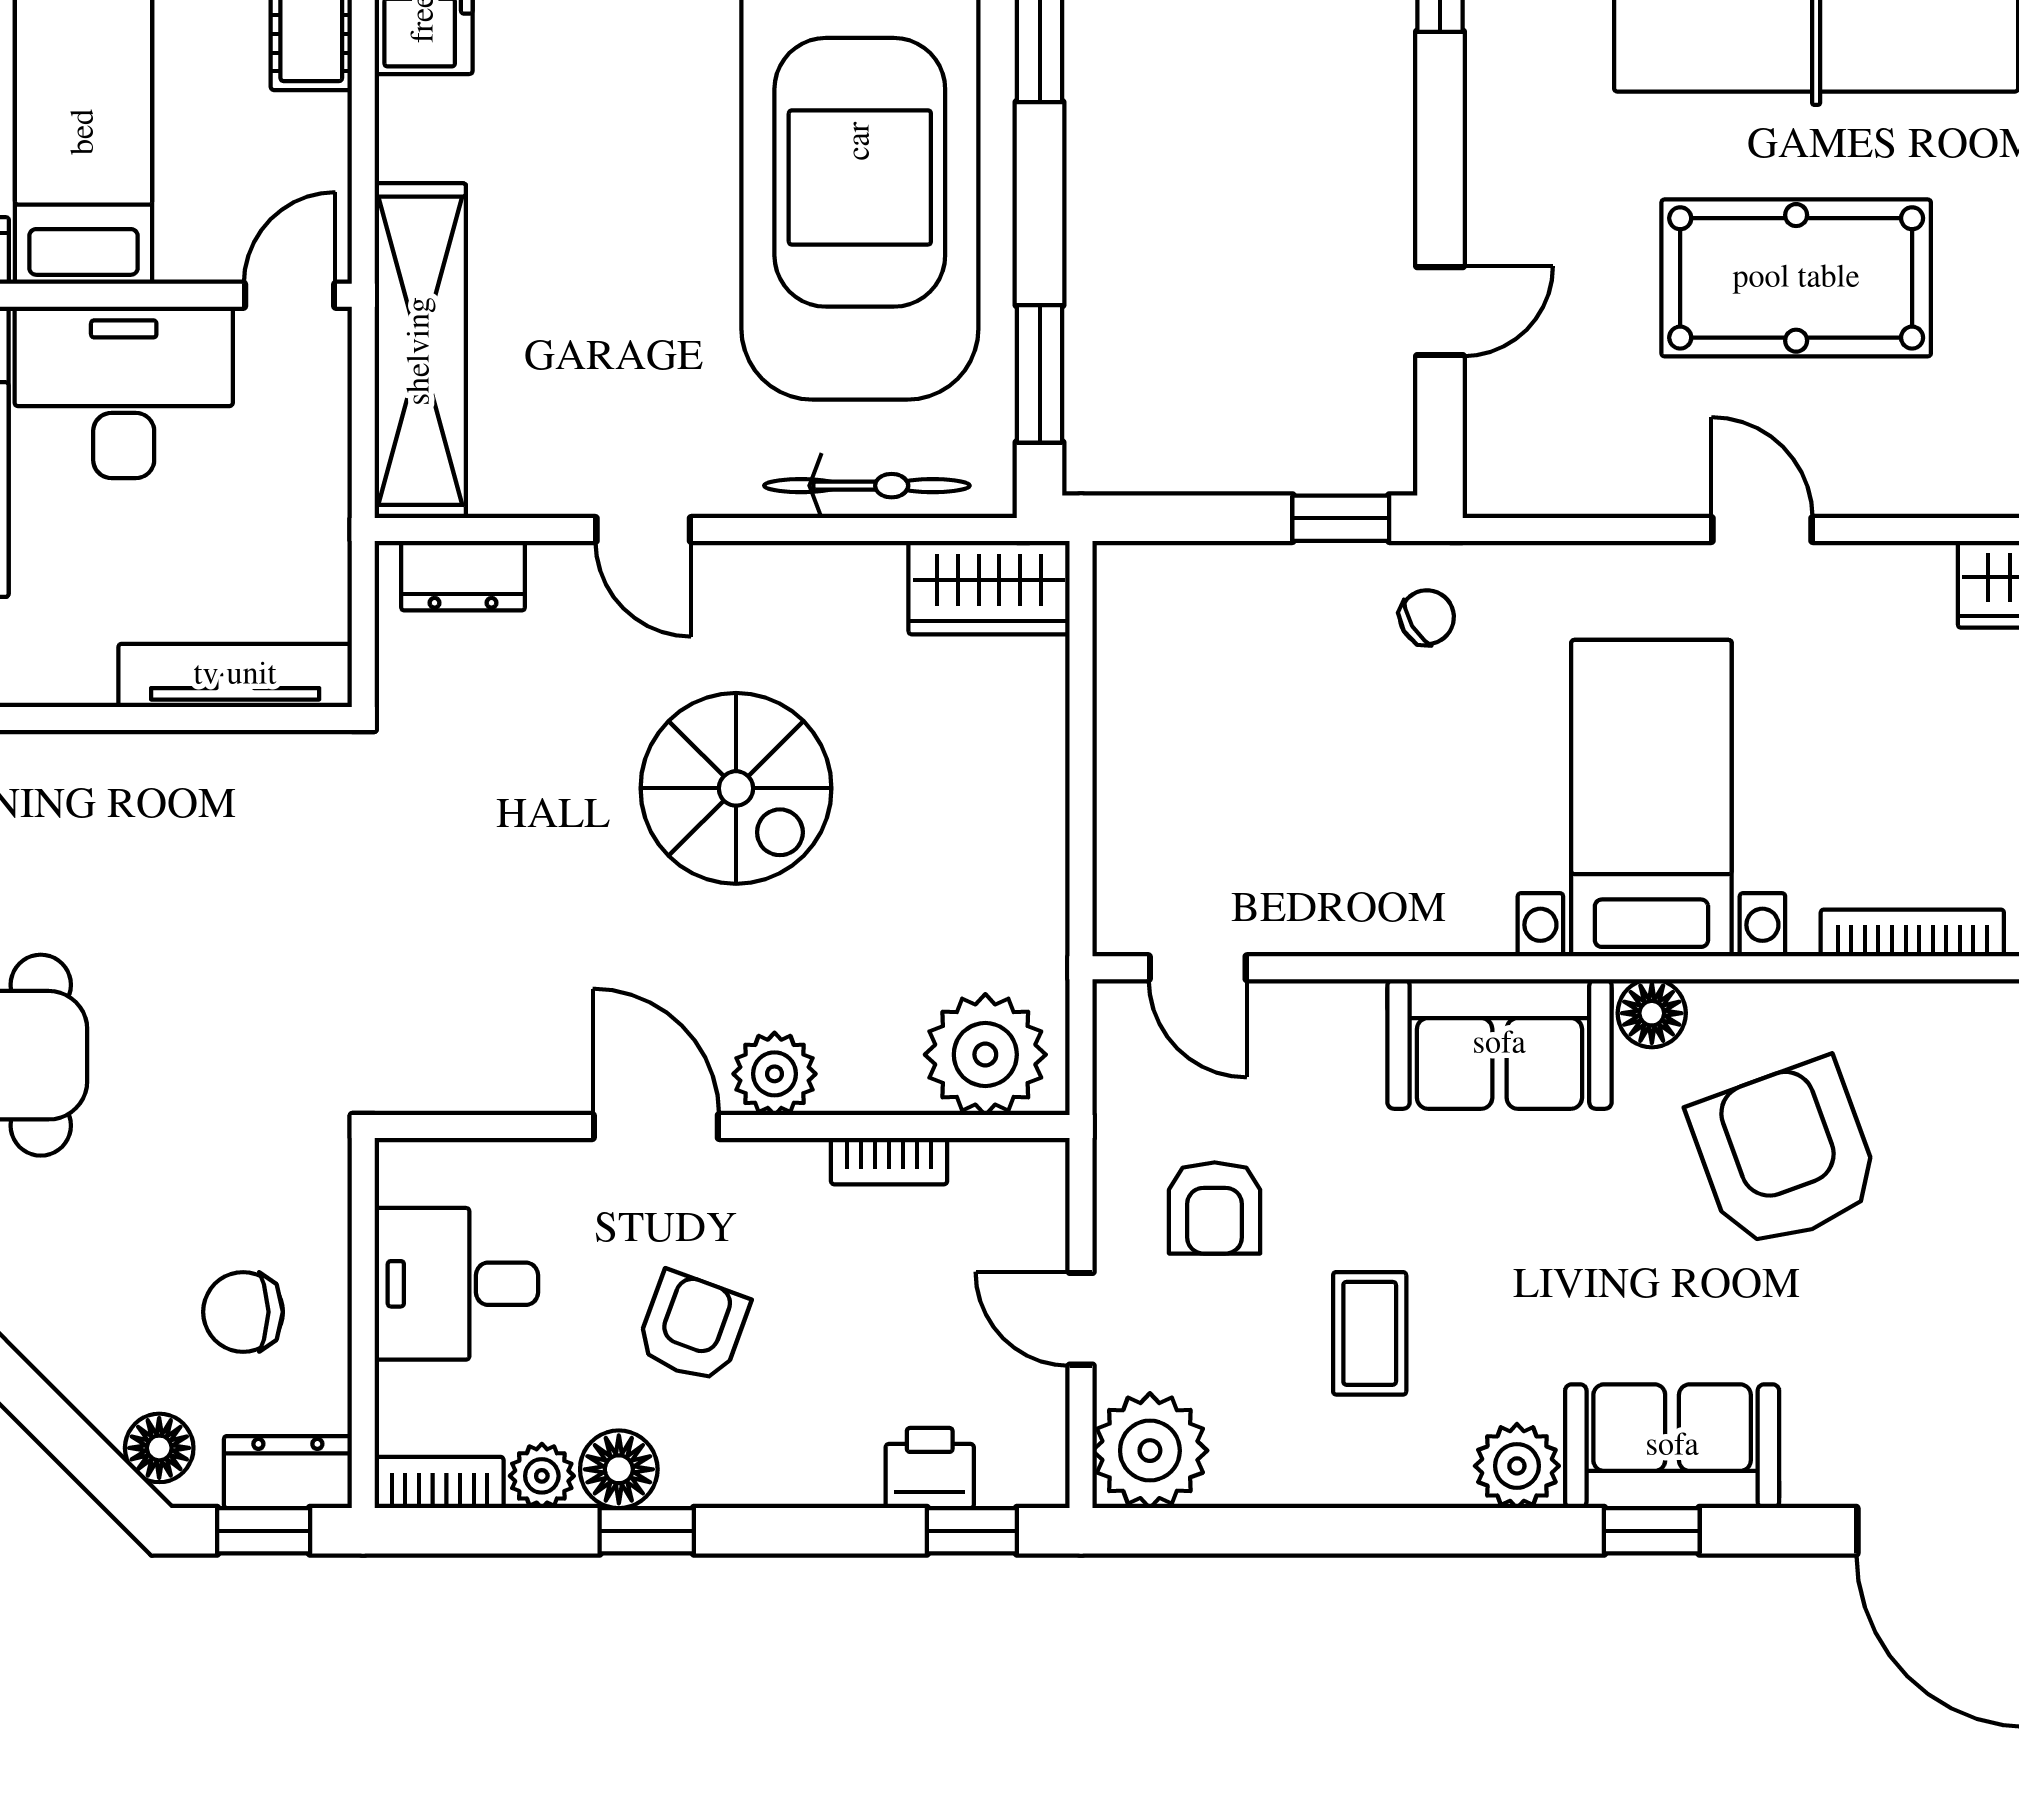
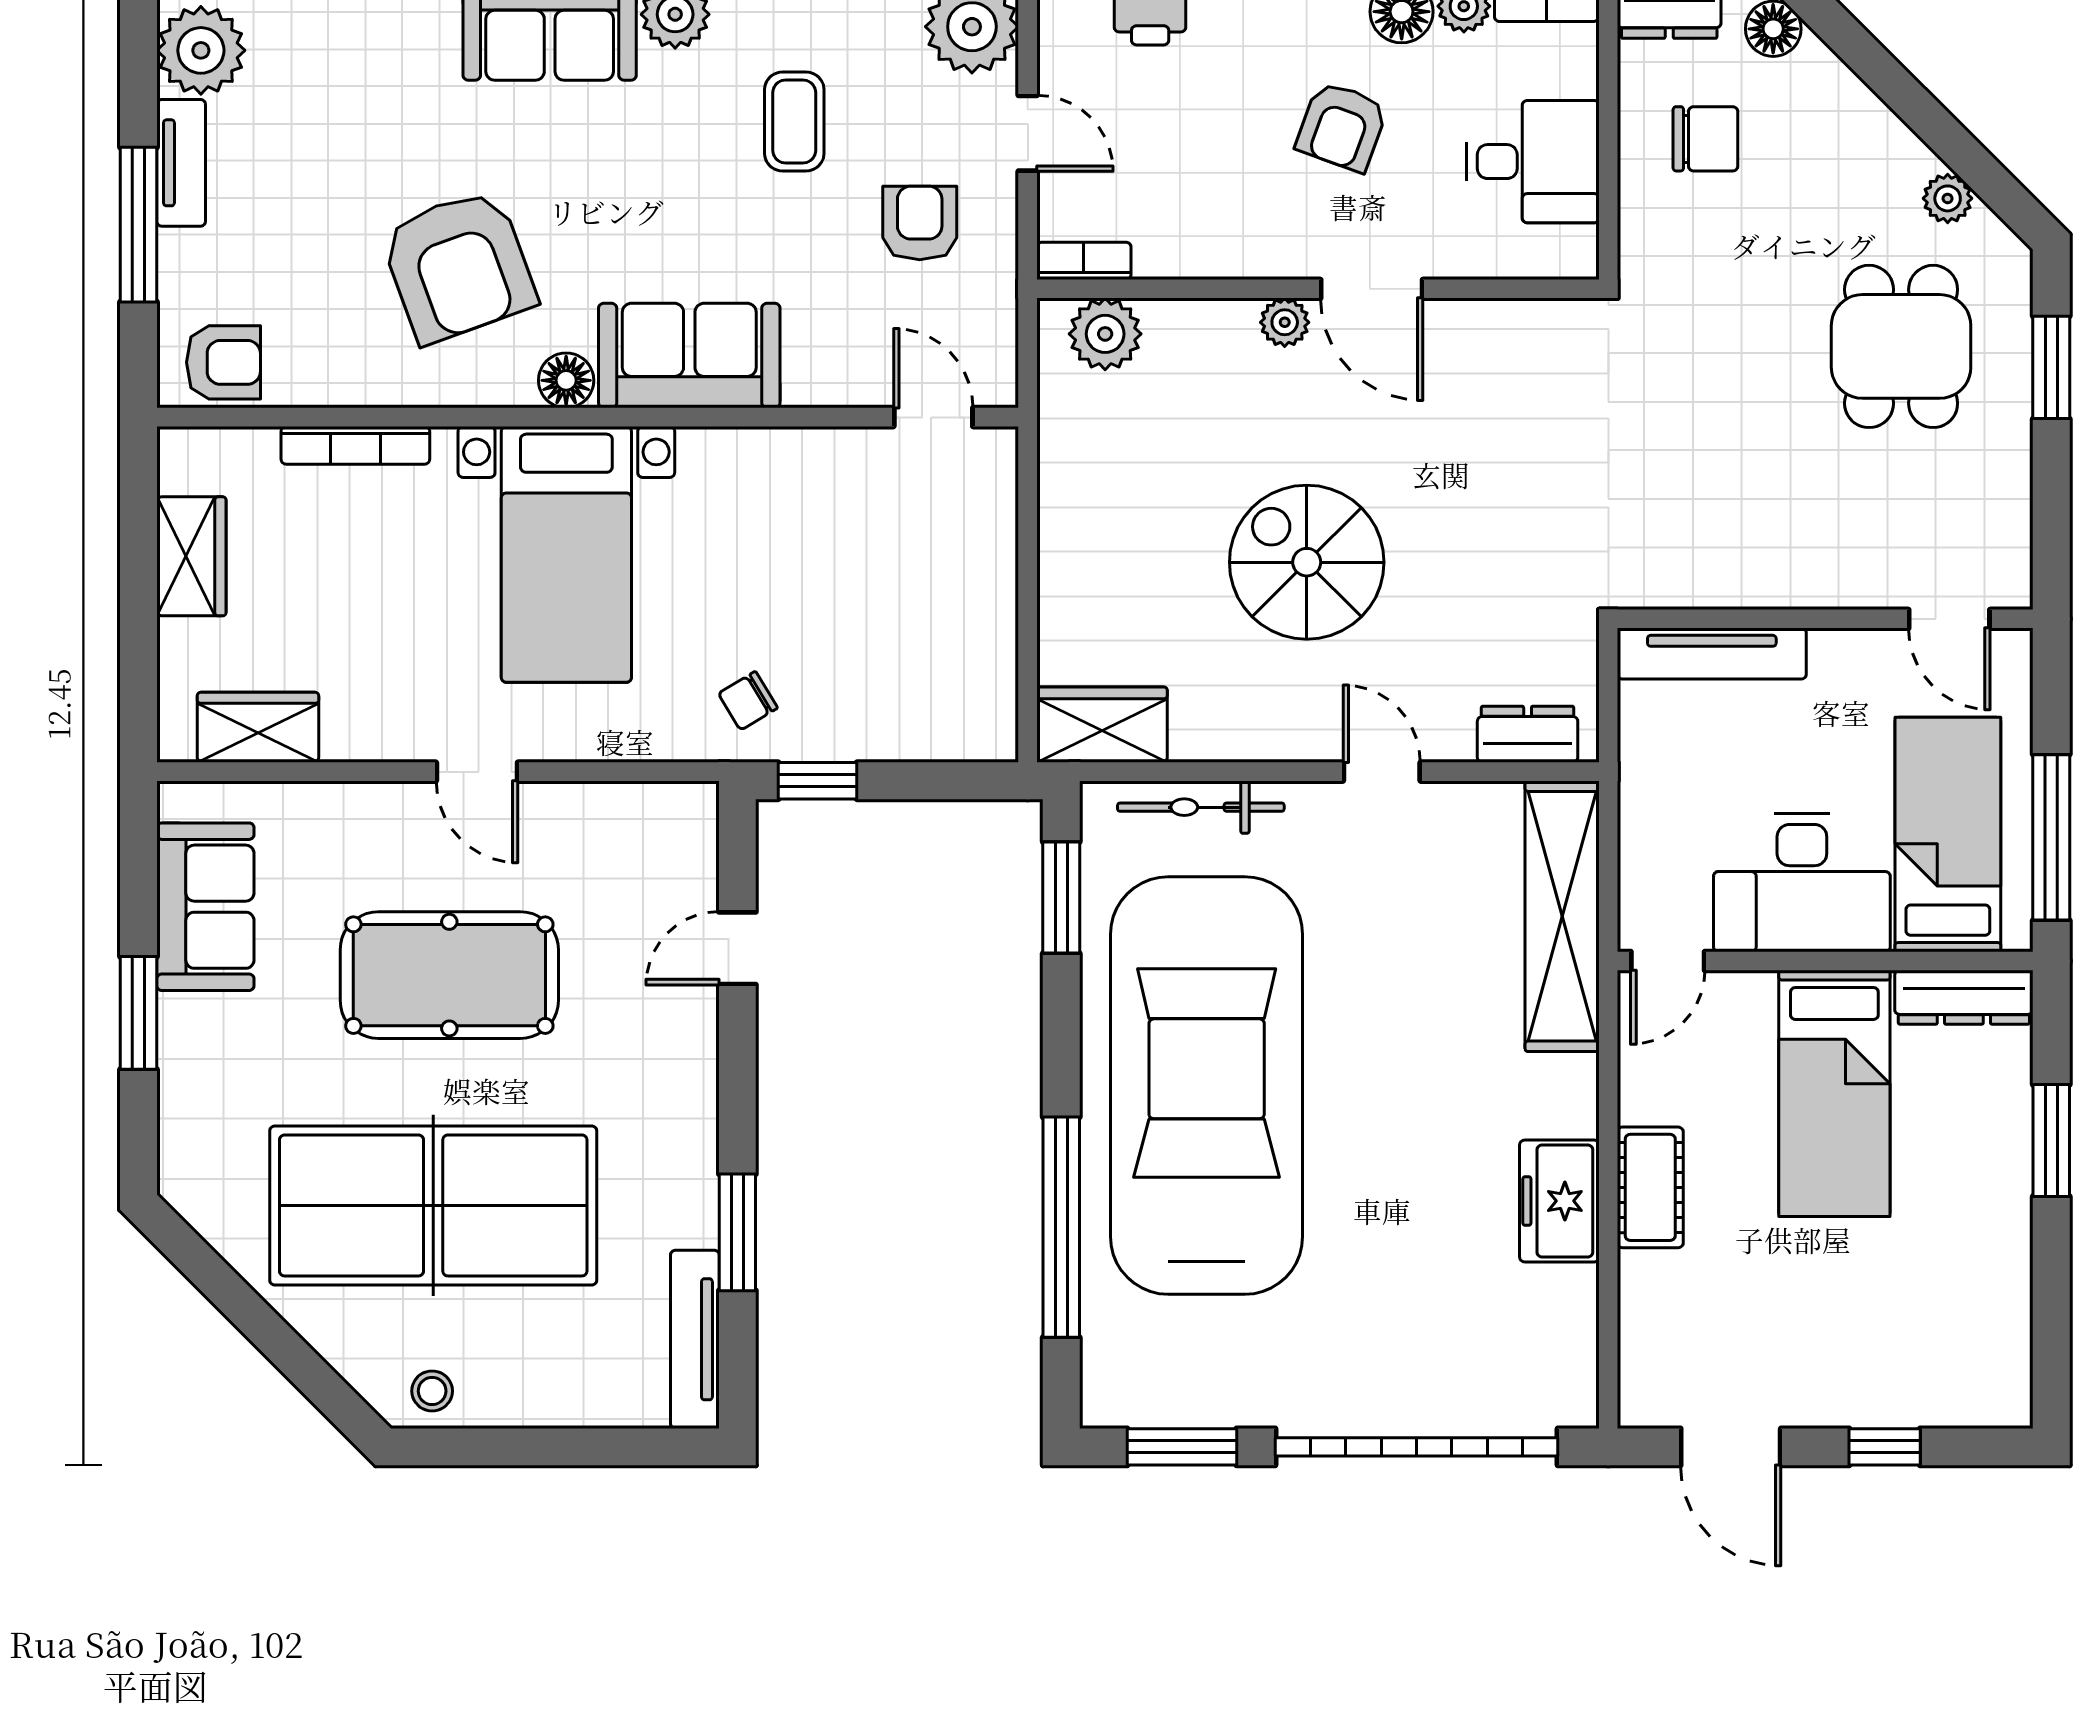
plant: (985, 1055) -> (1105, 334), width x0.73, depth x0.73
plant: (775, 1074) -> (1285, 322), width x0.73, depth x0.73
bookcase: (889, 1161) -> (1084, 261), moved

